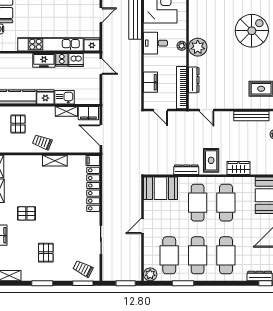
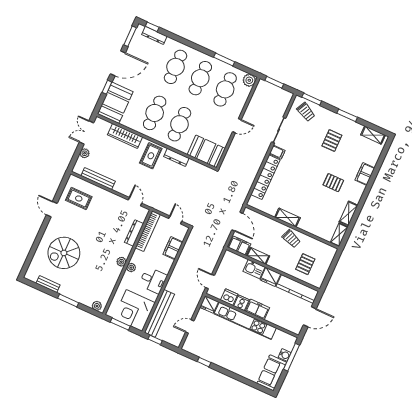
plant: (198, 47) -> (121, 262), width x0.53, depth x0.53
filing cabinet: (93, 160) -> (277, 152), moved
wardrobe: (239, 168) -> (125, 136), width x1.50

